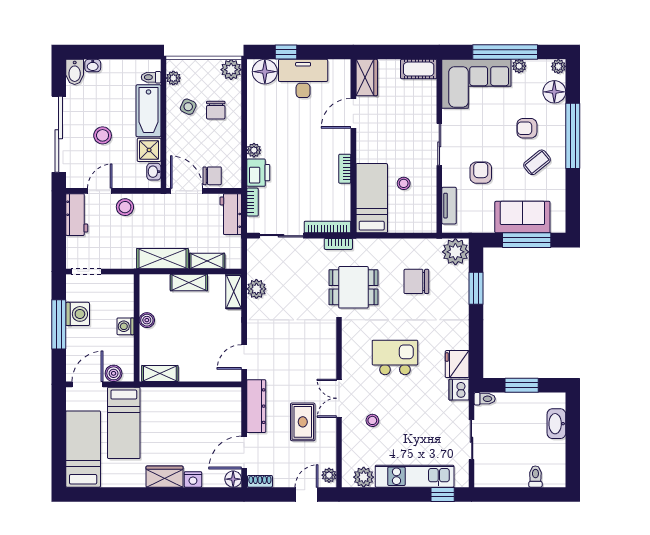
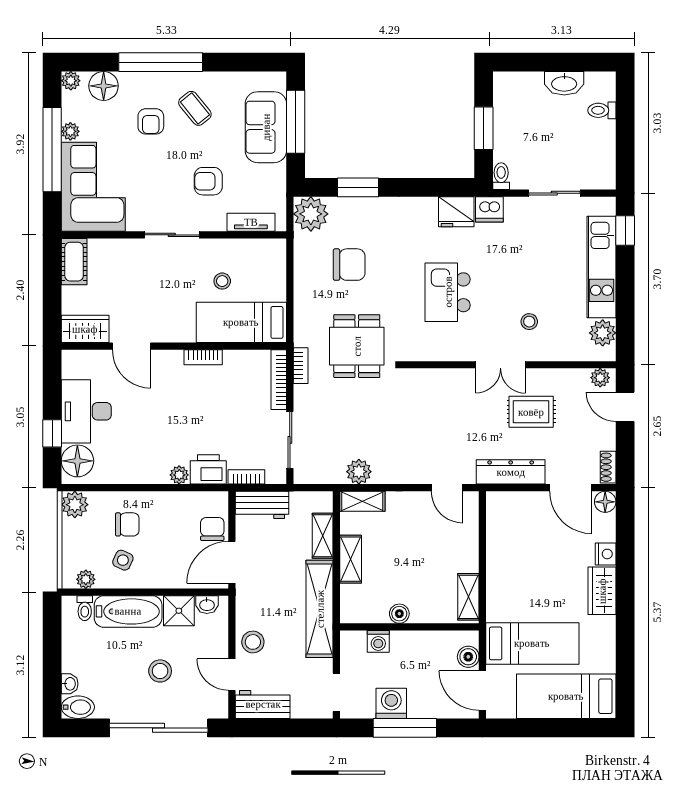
shelving: (162, 259) -> (320, 609), width x1.47
chair: (416, 281) -> (349, 265), turned -90
washing machine: (125, 326) -> (378, 641), moved
washbasin: (556, 424) -> (564, 83), moved

